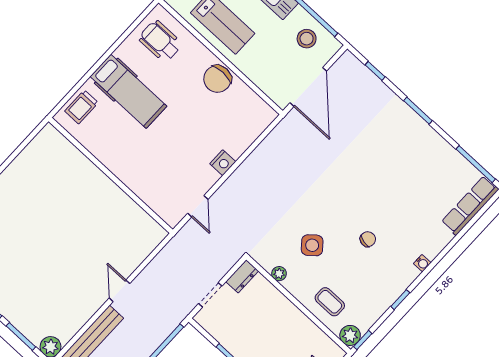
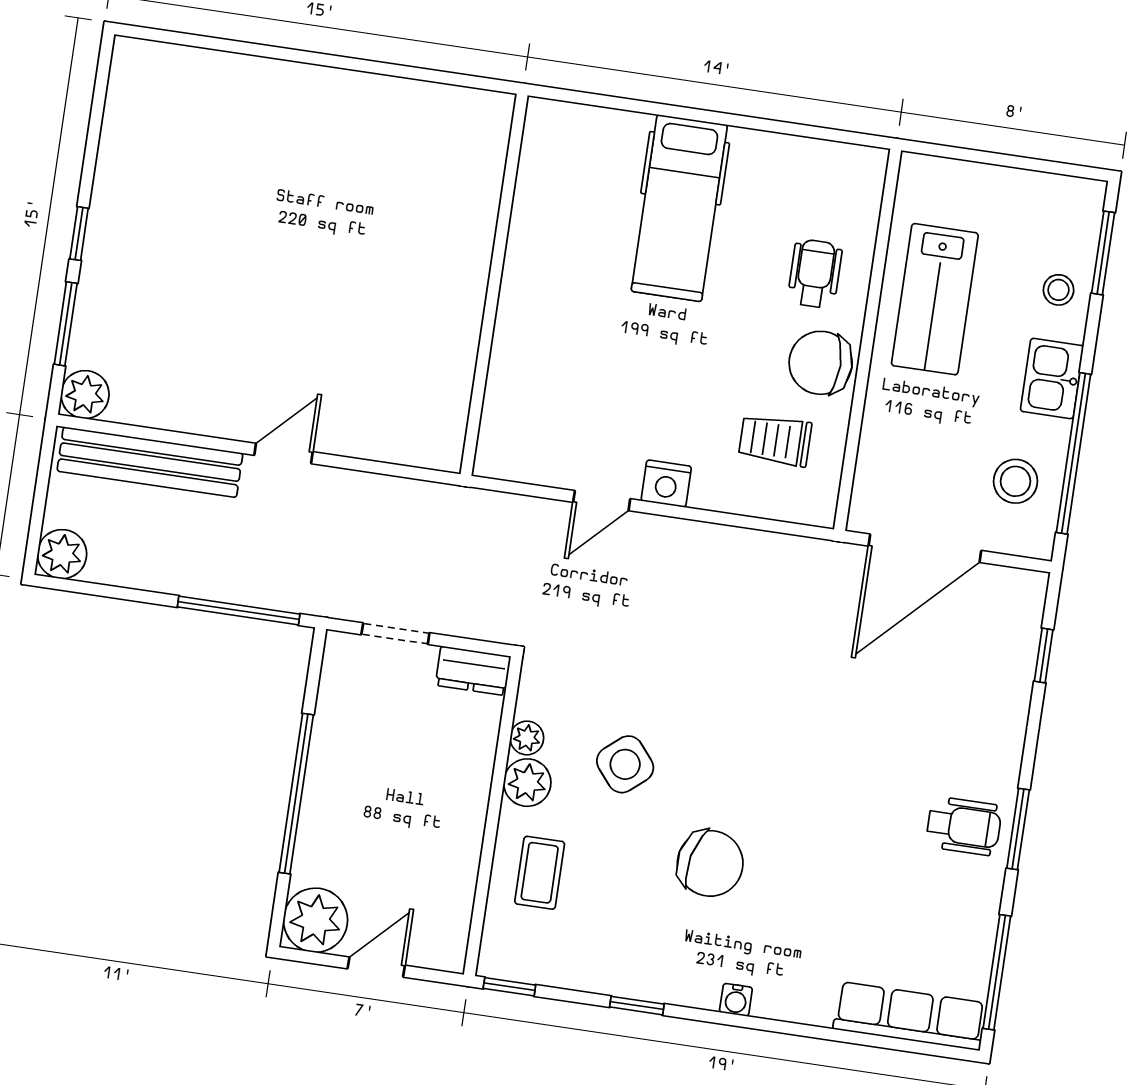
wheelchair: (160, 41) -> (815, 274), moved, width x0.73, depth x0.73
trolley: (81, 107) -> (775, 440), moved
window: (418, 111) -> (1018, 829), moved
wheelchair: (416, 140) -> (964, 826), added
door: (198, 206) -> (602, 501), moved
chair: (368, 239) -> (710, 863), width x1.87, depth x1.87
plant: (350, 335) -> (527, 783), moved

